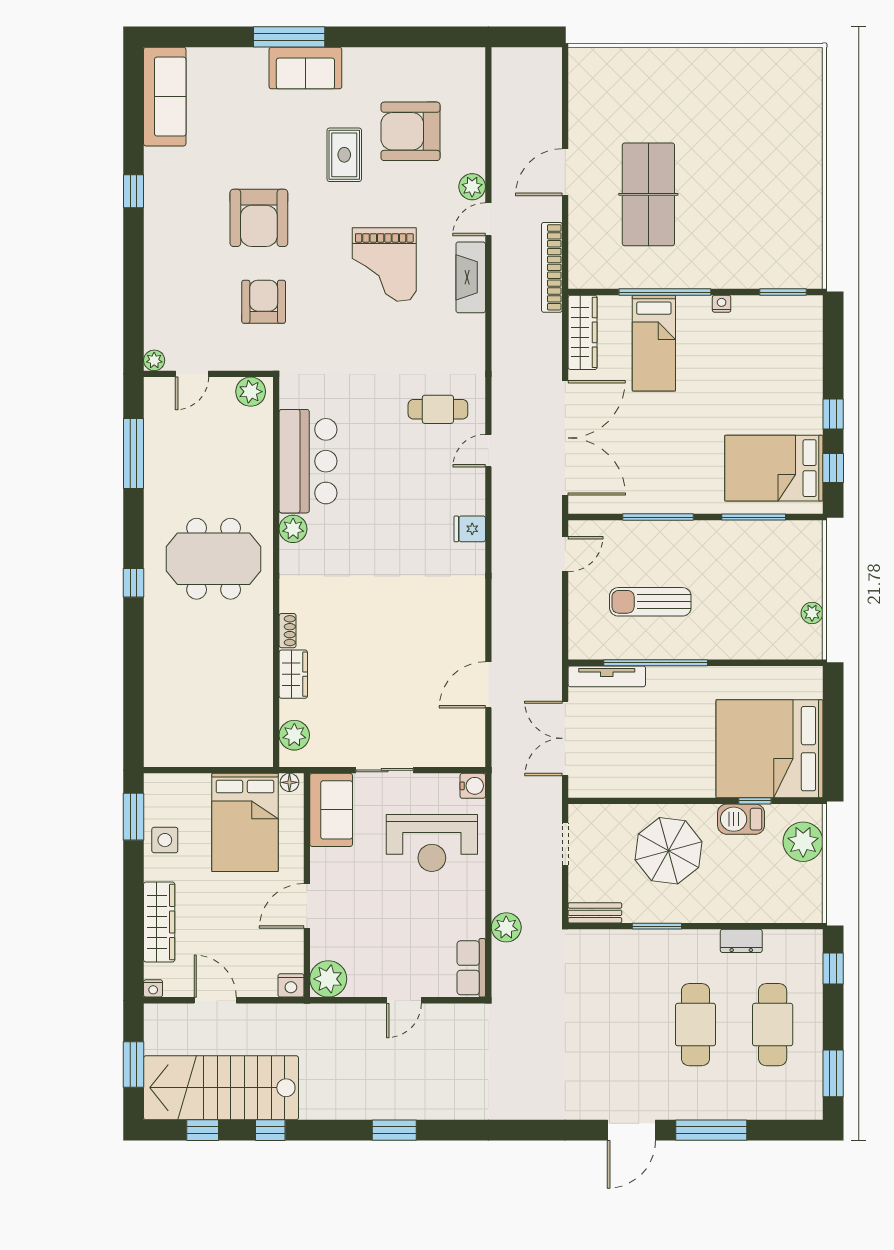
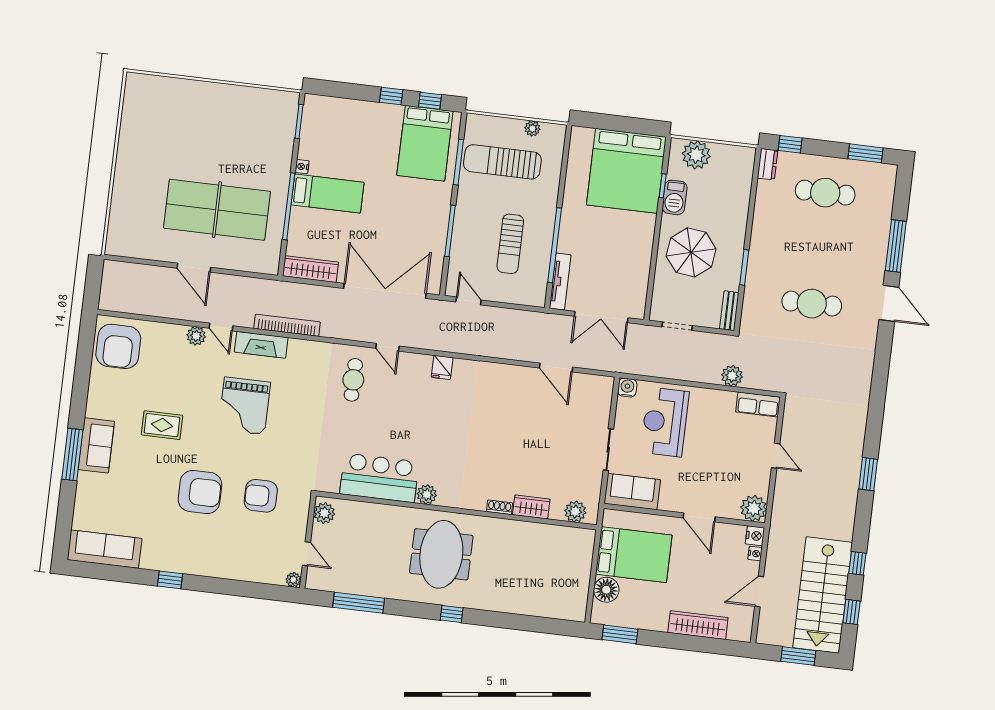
armchair: (411, 131) -> (118, 346), moved
table tennis table: (648, 194) -> (217, 210), width x1.36, depth x1.32
grand piano: (384, 264) -> (244, 406), turned 90
bookcase: (552, 267) -> (287, 325), moved, turned 180
bed: (654, 343) -> (328, 194), moved
sun lounger: (761, 577) -> (502, 162), added
floor lamp: (289, 782) -> (606, 590), moved, width x1.89, depth x1.89
side table: (165, 840) -> (639, 614), removed
reception desk: (432, 843) -> (665, 422), turned 180
dresser: (741, 941) -> (768, 164), moved
nightstand: (153, 988) -> (755, 554), moved
cafe table: (695, 1025) -> (812, 304), moved

